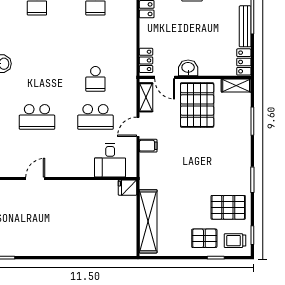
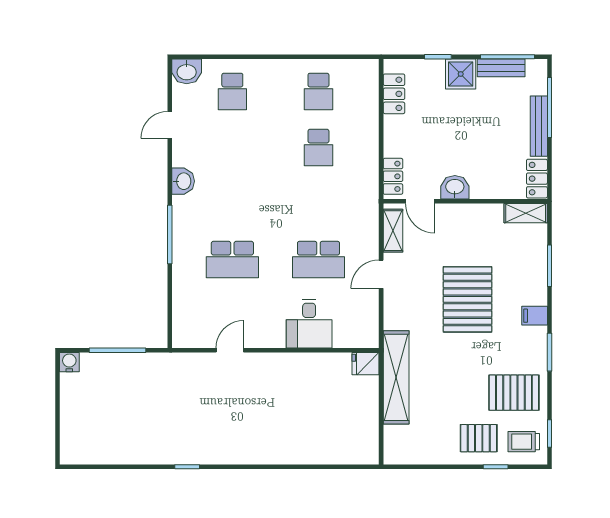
school desk: (95, 79) -> (318, 147), moved
pallet: (197, 105) -> (468, 299), moved
filing cabinet: (148, 146) -> (535, 316), moved, turned 180
desk: (110, 160) -> (309, 324), moved
shelving: (148, 221) -> (396, 377), moved

